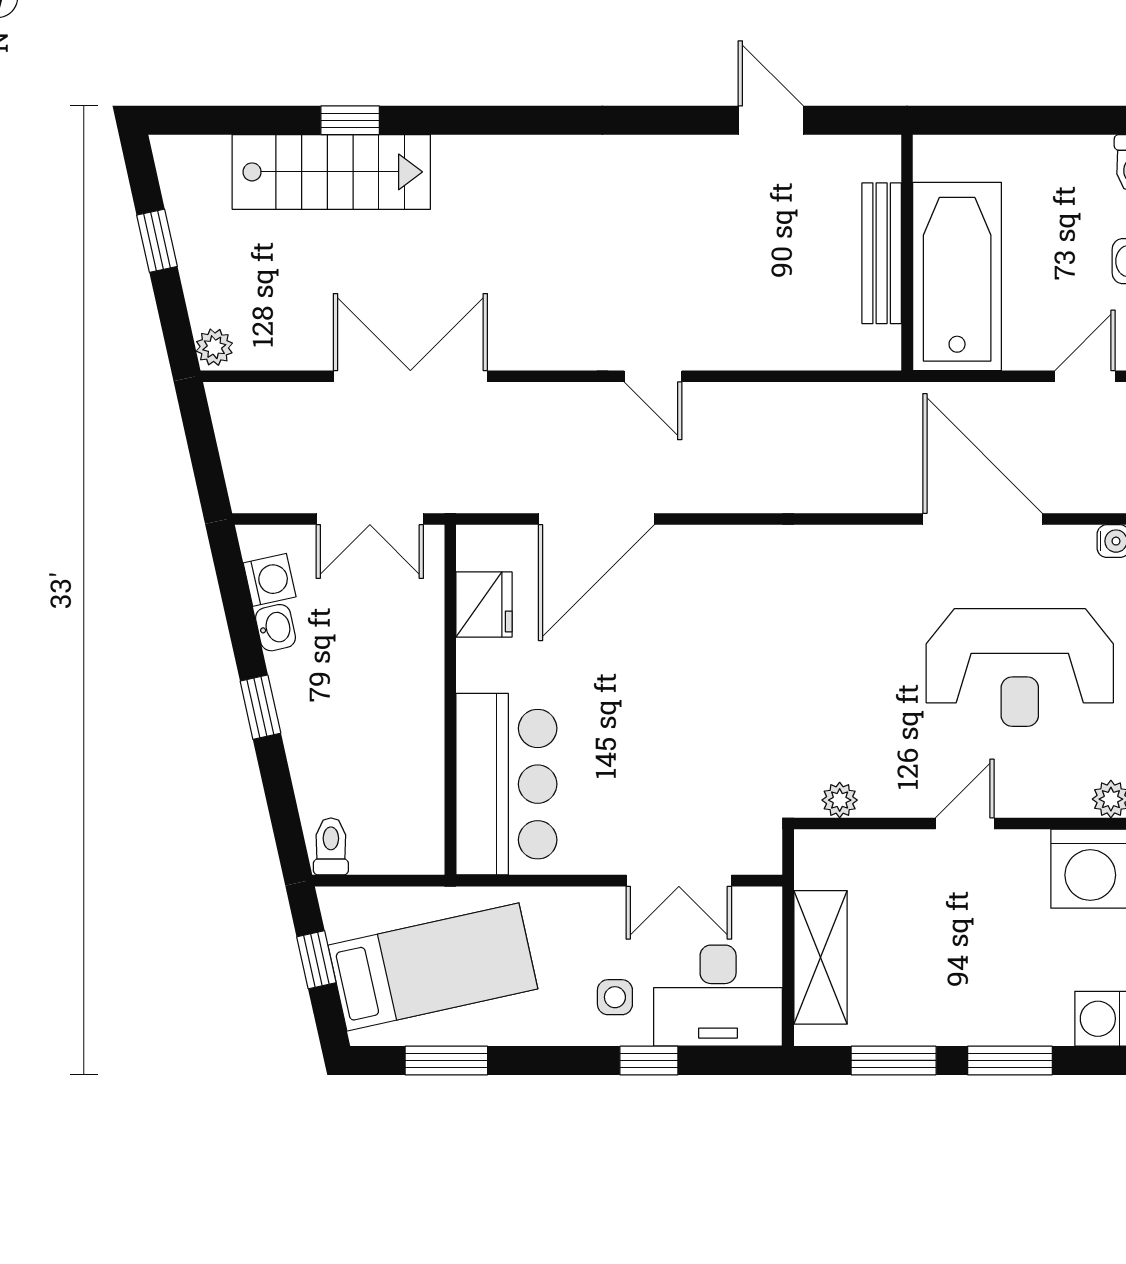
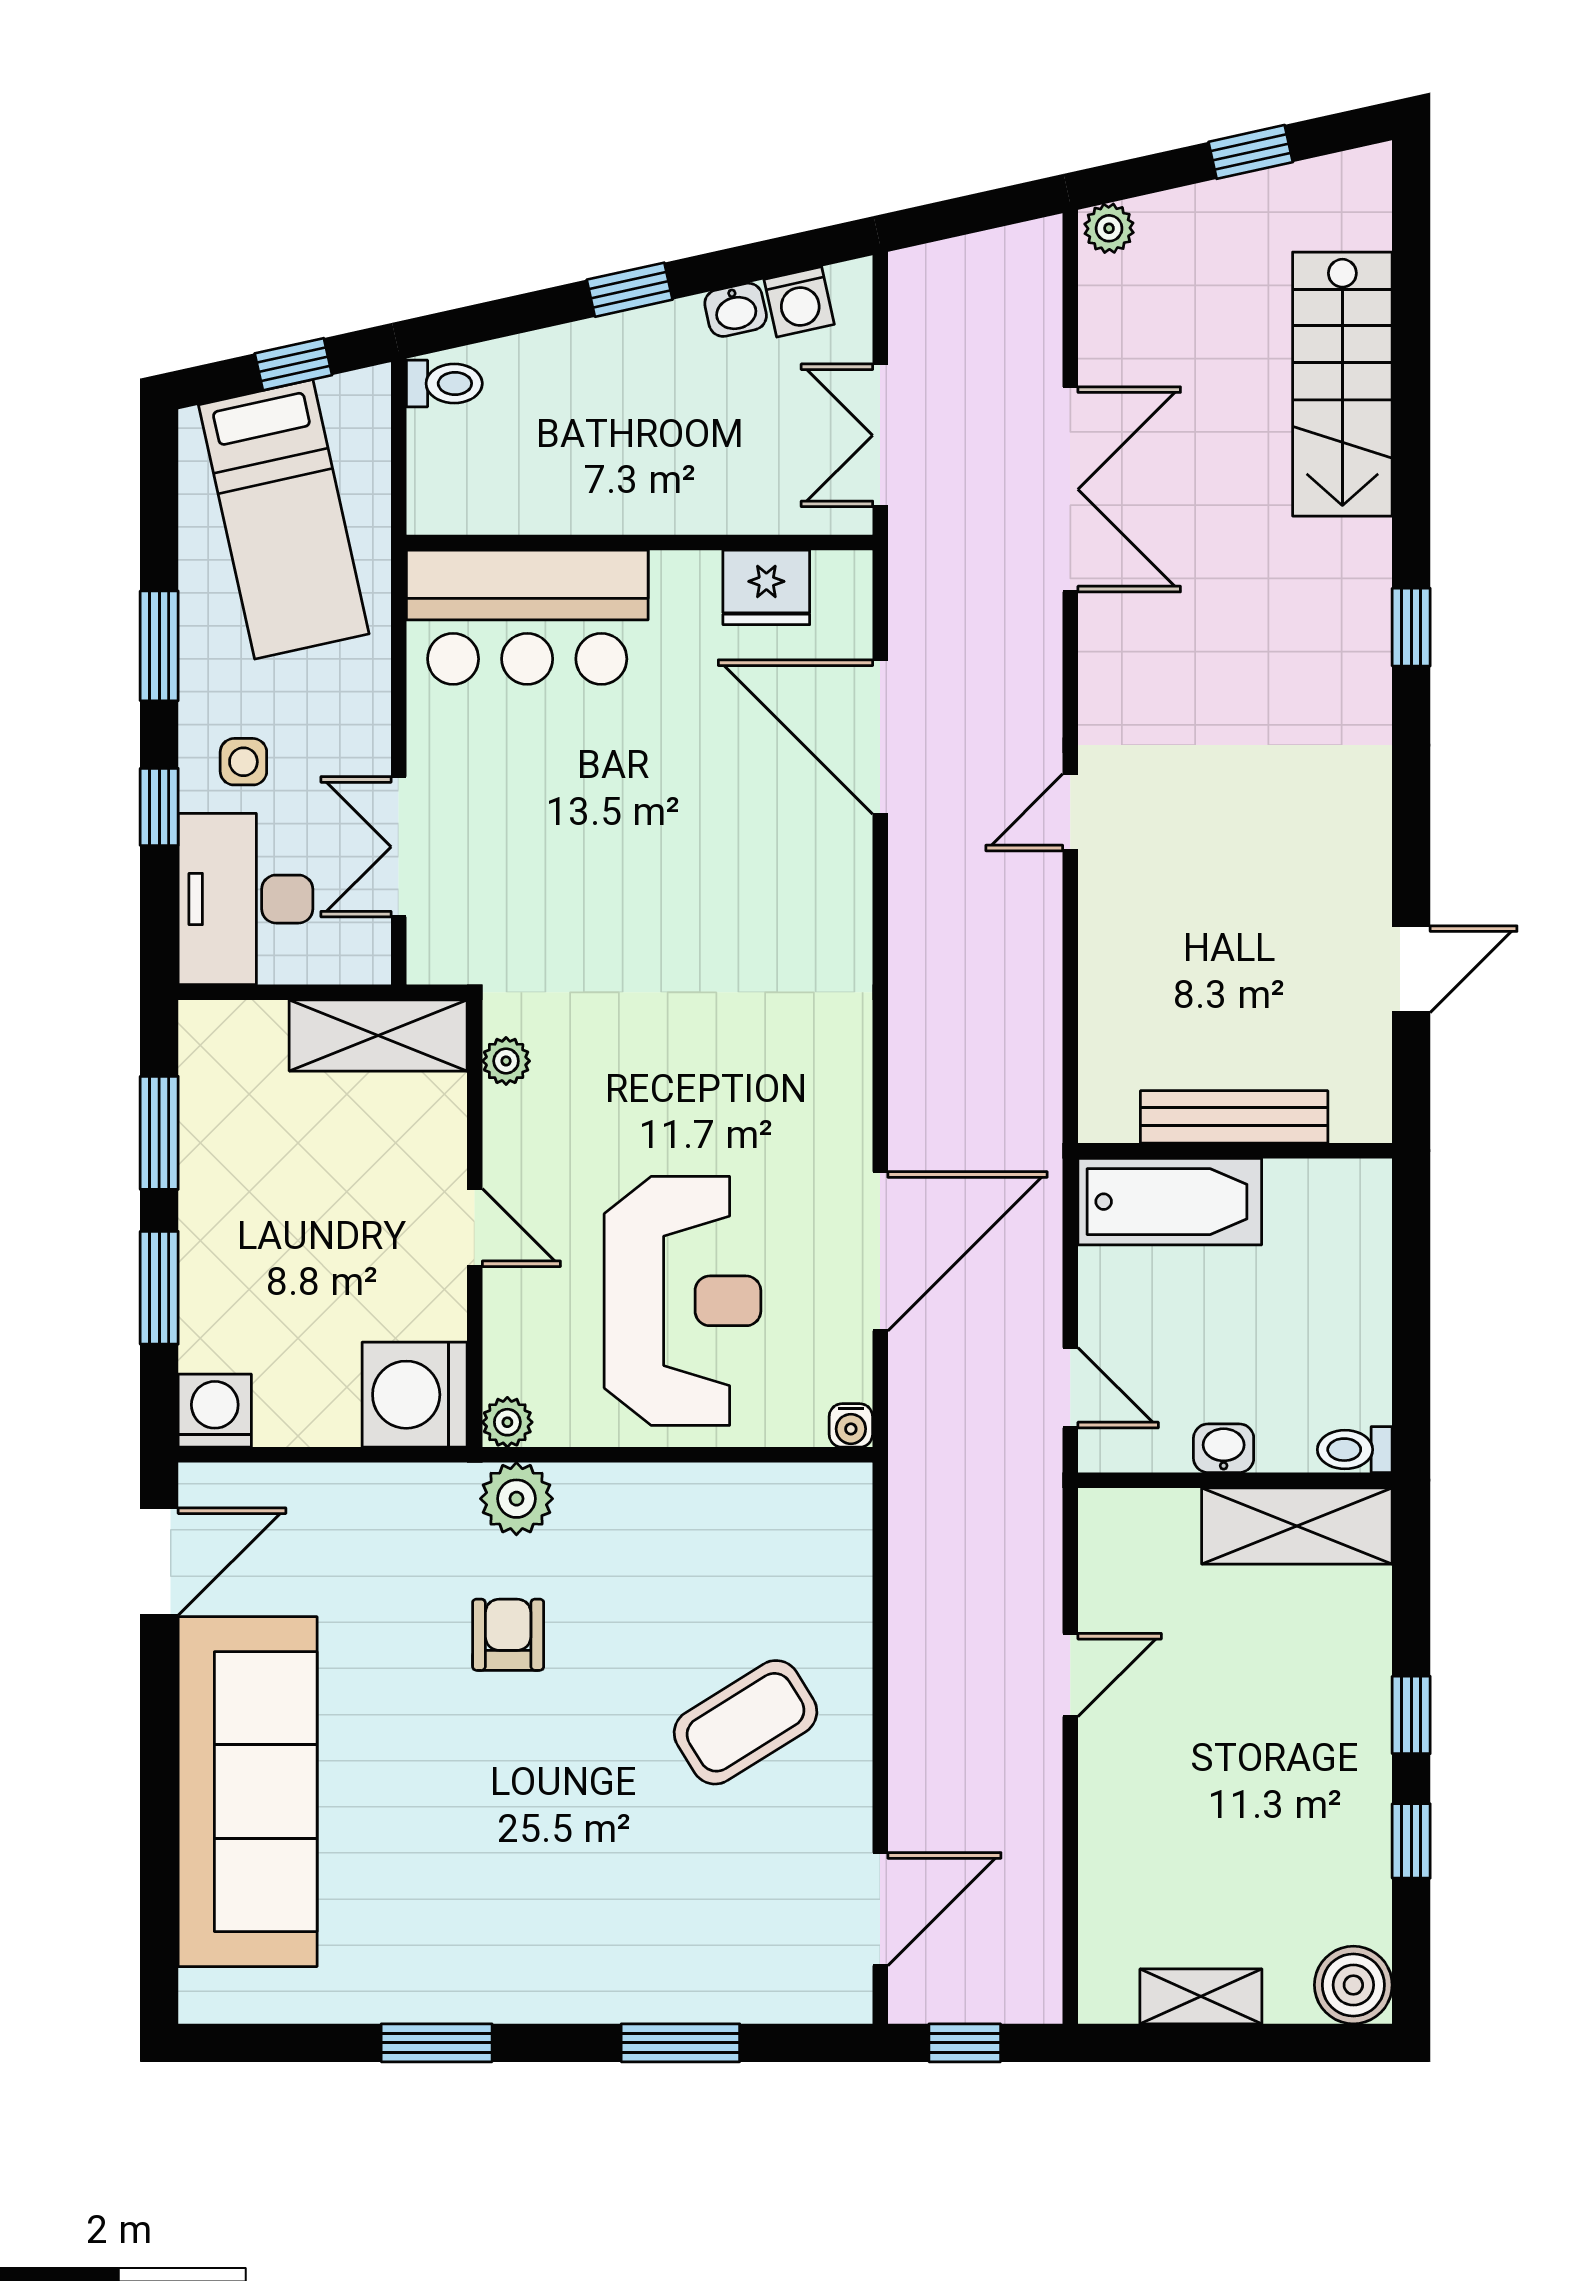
window: (350, 120) -> (1411, 627), moved
bathtub: (957, 276) -> (1170, 1202), width x0.73, depth x0.73
reception desk: (1020, 667) -> (683, 1301), turned 180
shelving: (821, 957) -> (378, 1035), moved
window: (446, 1060) -> (159, 646), moved

